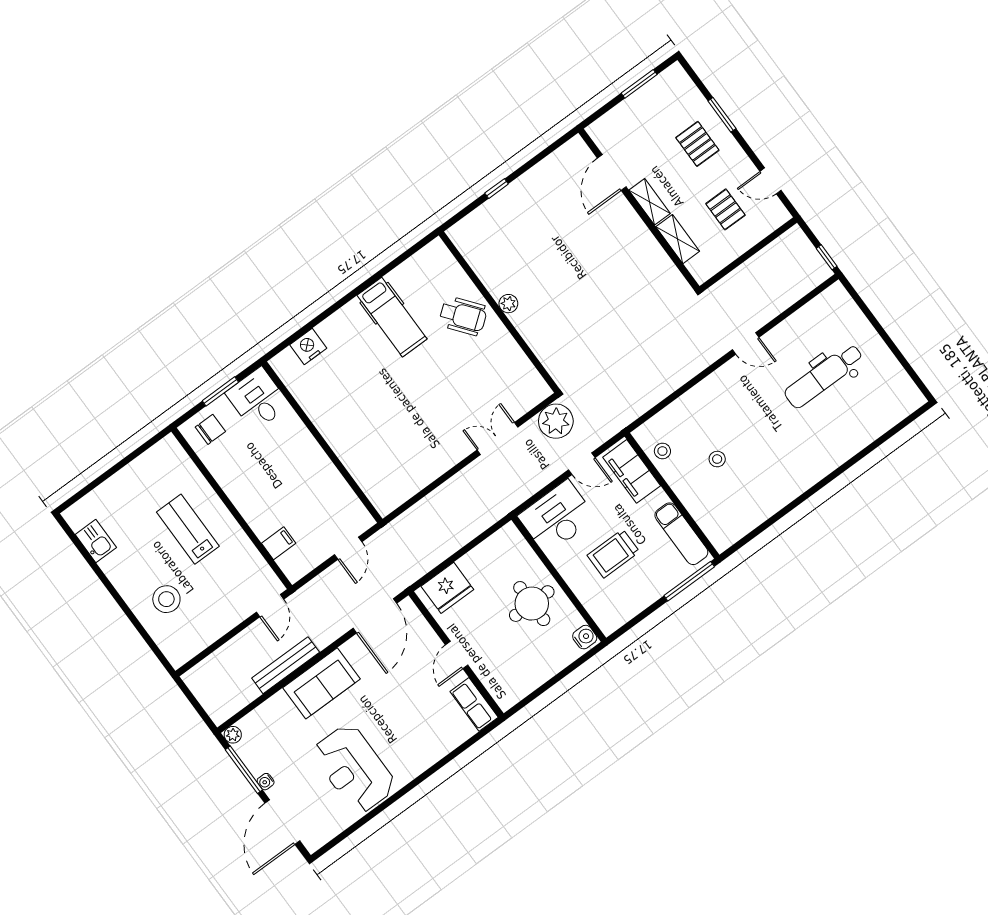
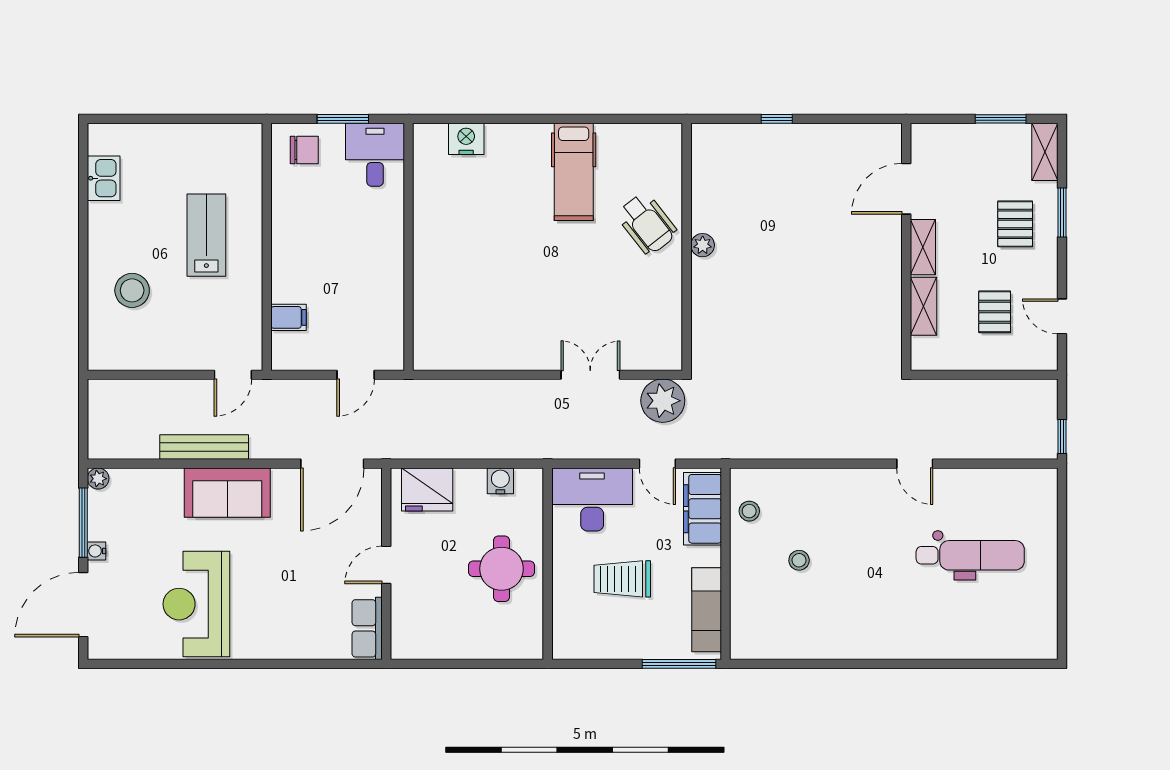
shelving: (683, 84) -> (1045, 152), added
dental chair: (824, 376) -> (970, 555), turned 180
water cooler: (585, 637) -> (500, 481), moved, turned -90

